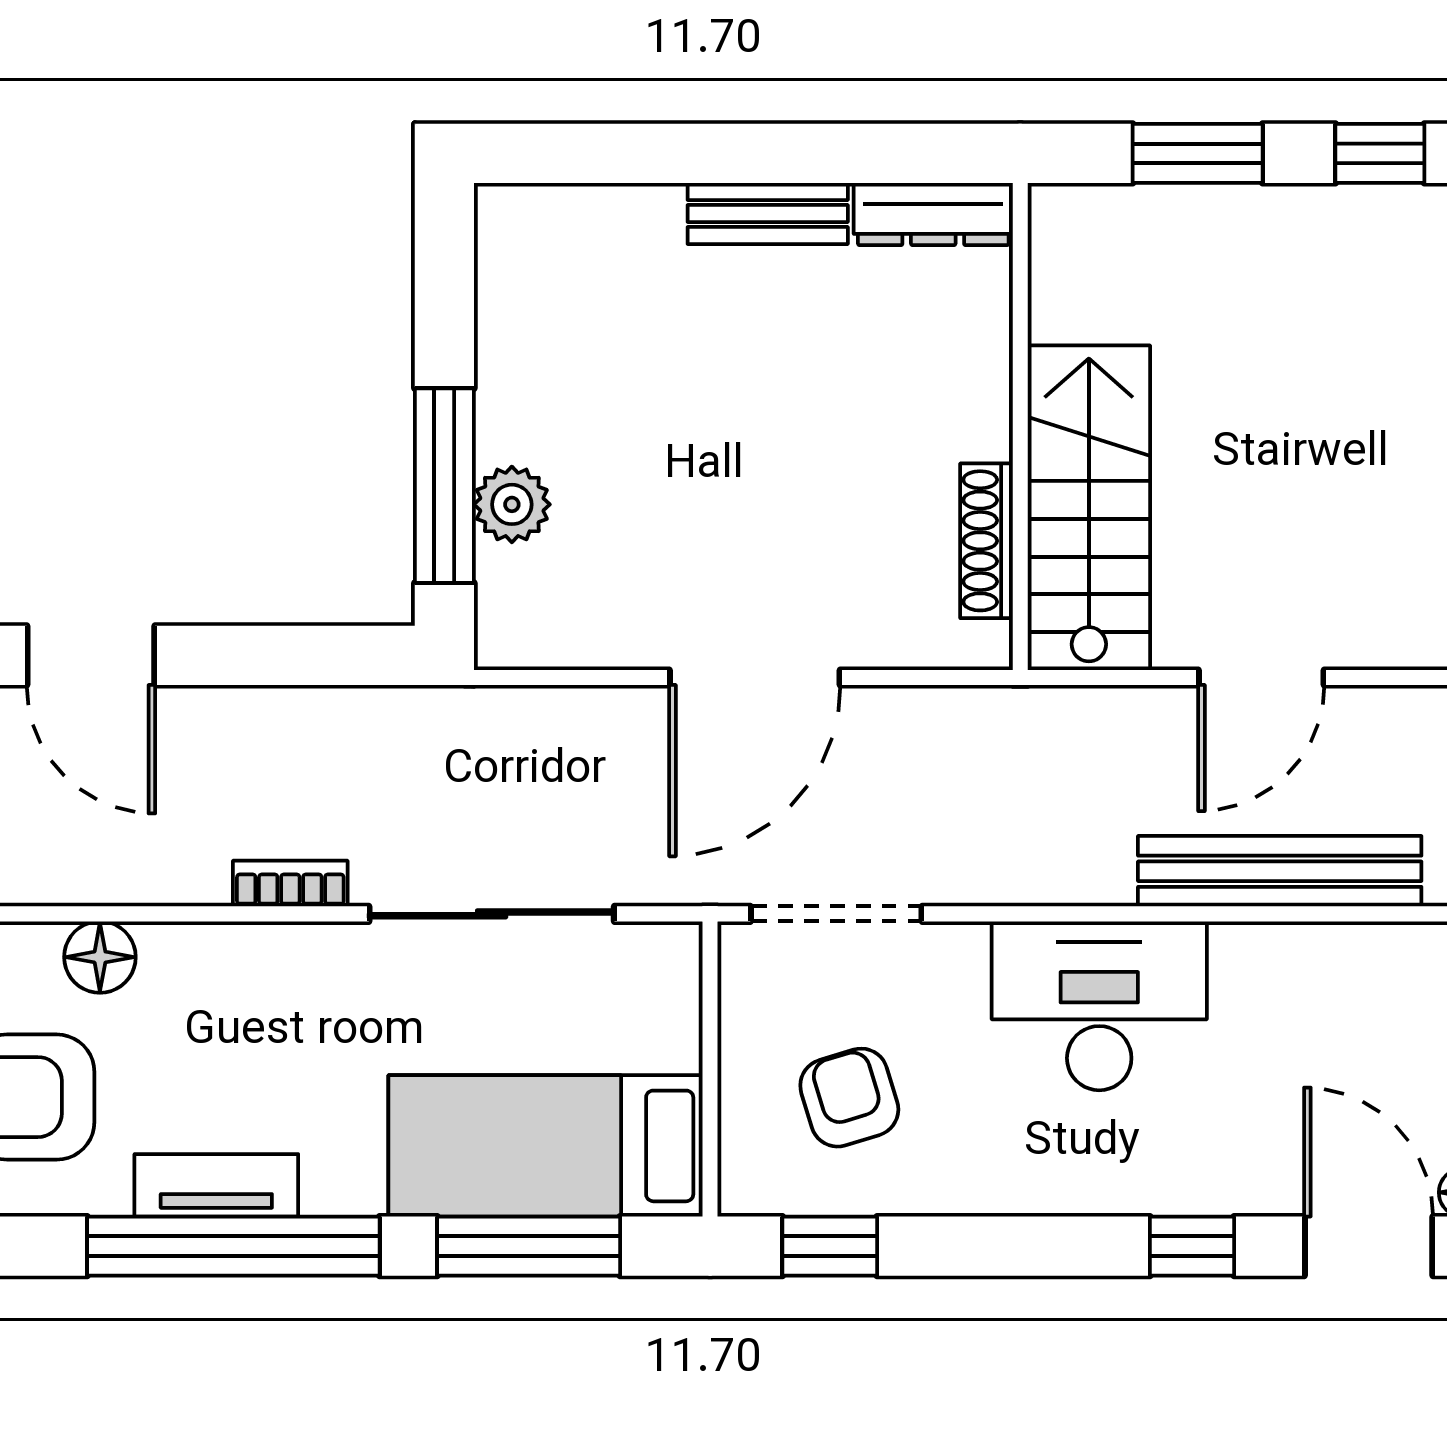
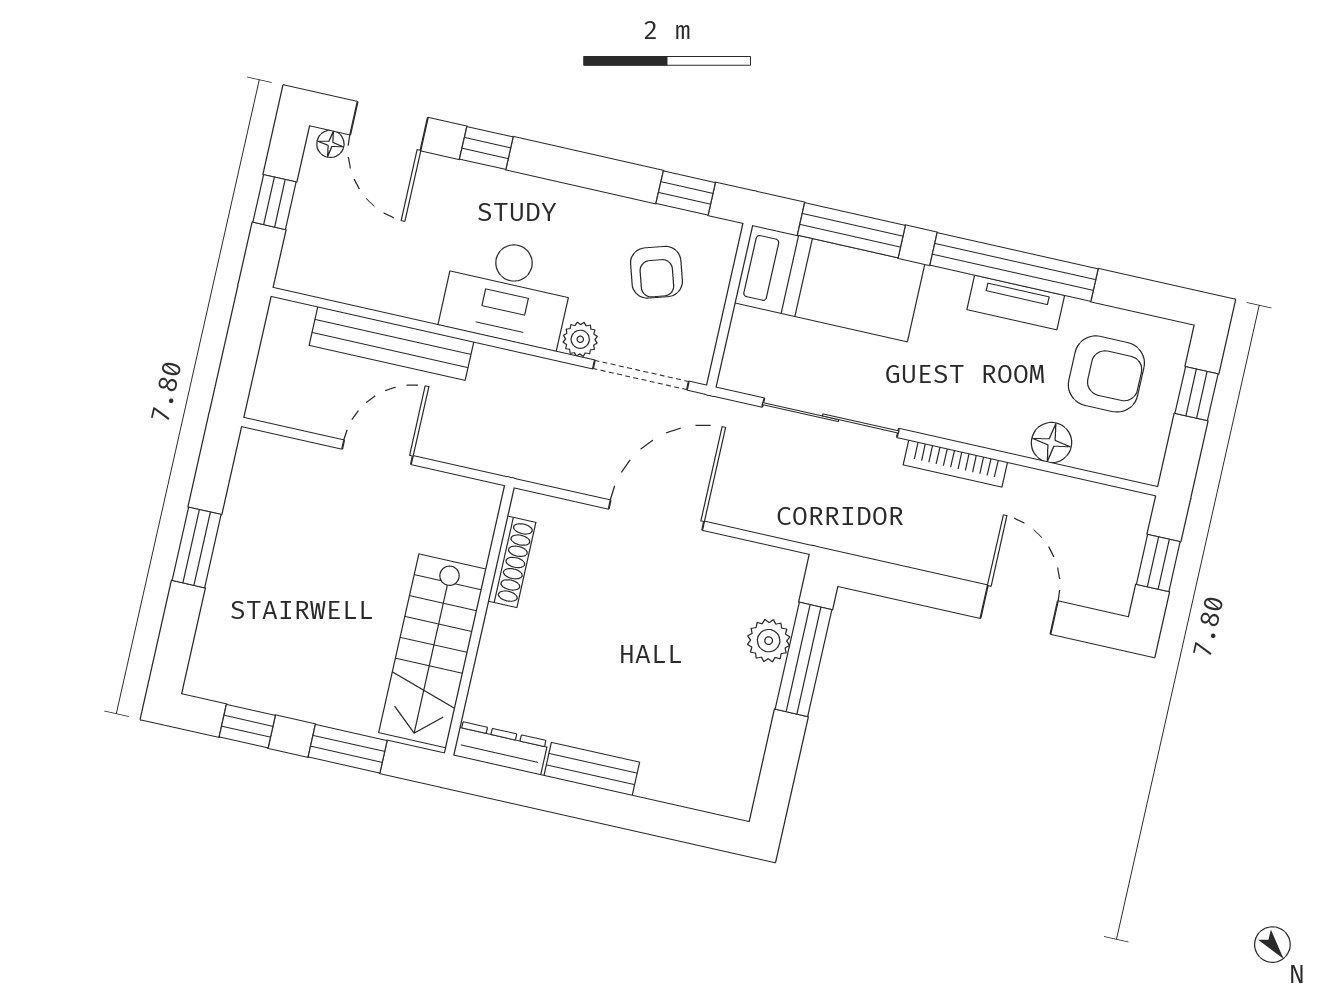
stairs: (1089, 508) -> (433, 651), moved
bookcase: (290, 884) -> (955, 463), width x1.56
plant: (955, 952) -> (580, 339), added

